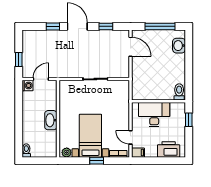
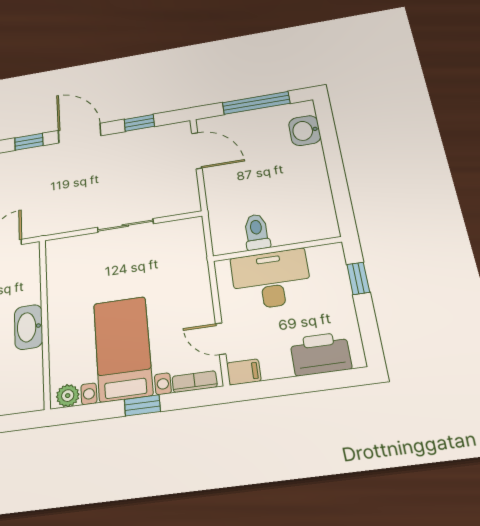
toilet: (179, 92) -> (257, 232), moved

